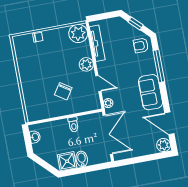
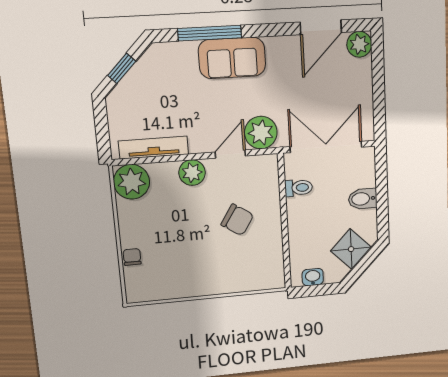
armchair: (141, 45) -> (166, 63), removed
sofa: (150, 92) -> (232, 58), moved
plant: (108, 103) -> (261, 133), width x1.88, depth x1.88
toilet: (73, 124) -> (299, 188), moved
shower: (67, 161) -> (351, 249), moved, turned 45

